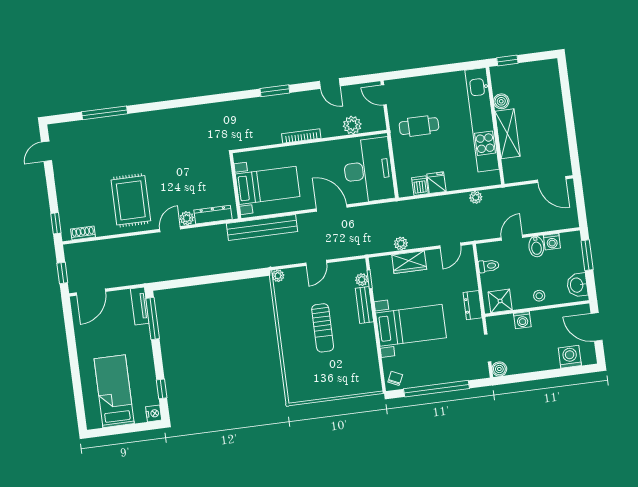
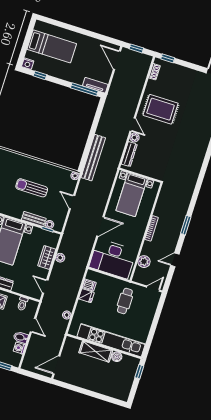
bench: (262, 228) -> (93, 158), moved

